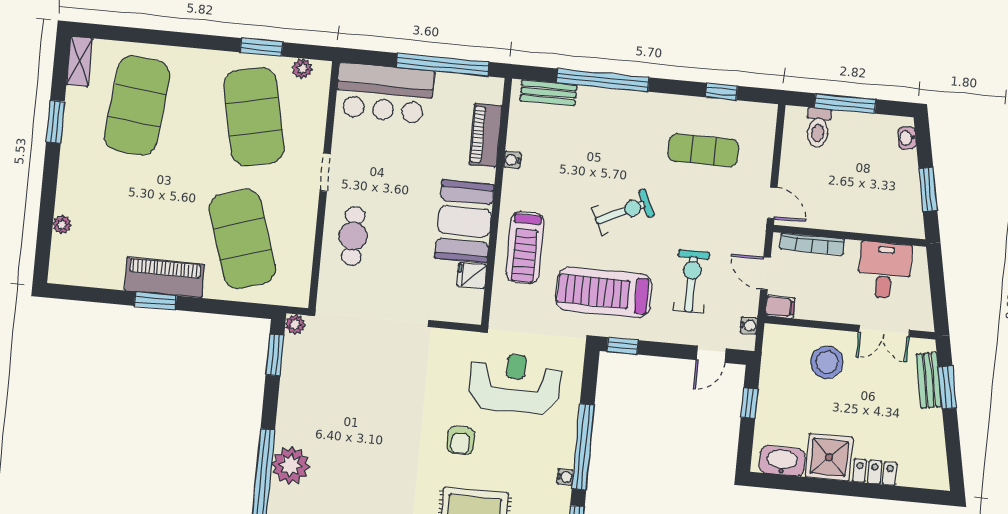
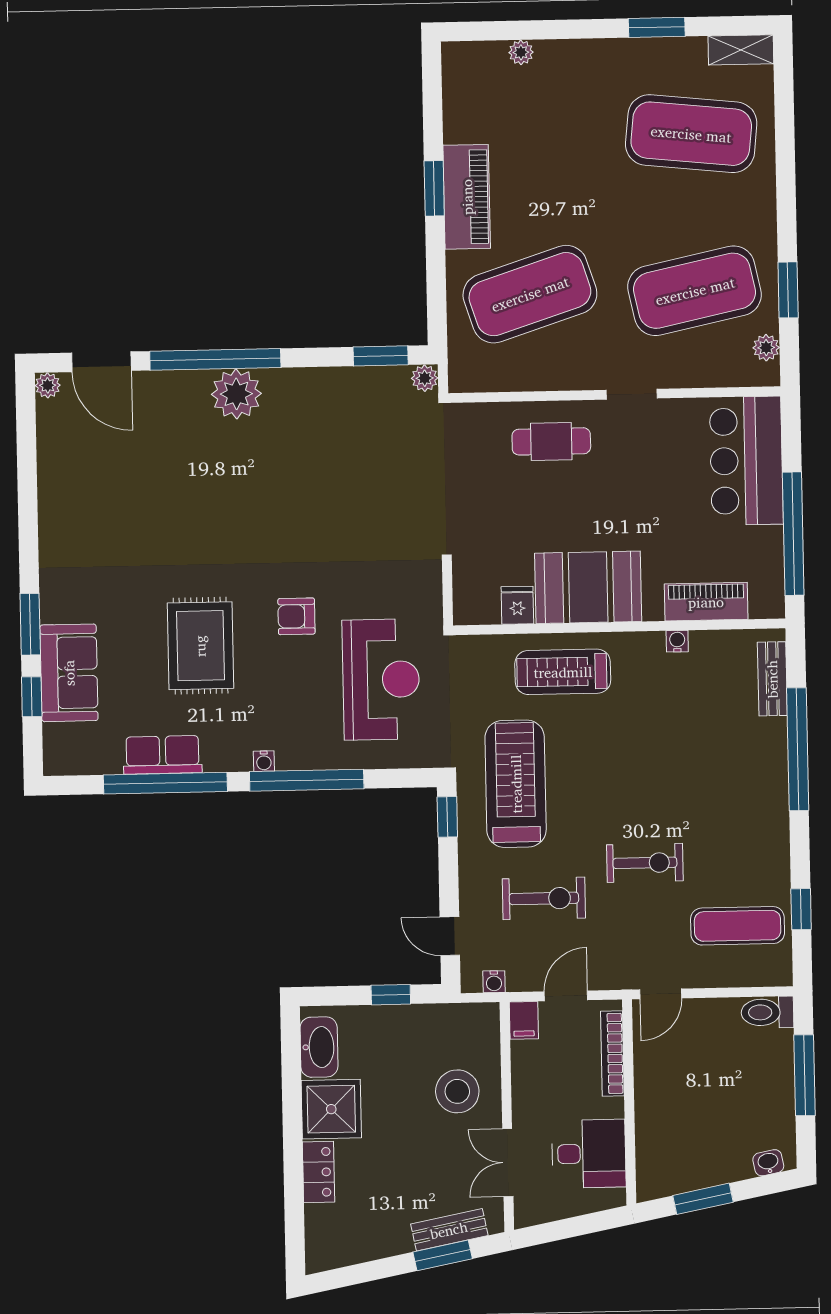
toilet: (818, 128) -> (767, 1012), moved
exercise mat: (703, 150) -> (738, 926), moved, turned 90
exercise bike: (623, 212) -> (645, 863), moved, turned -65

